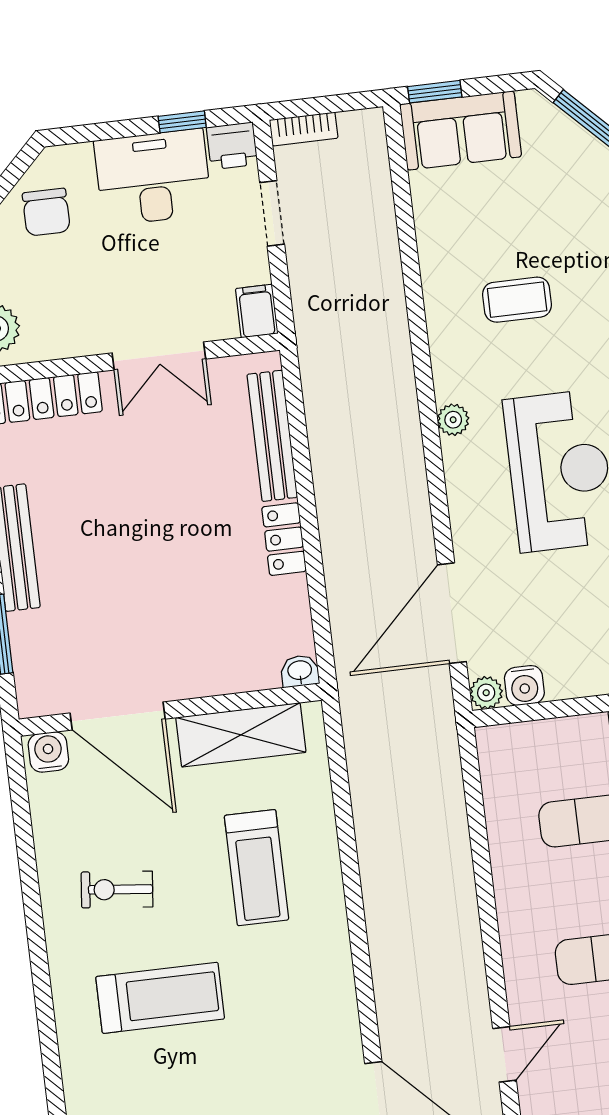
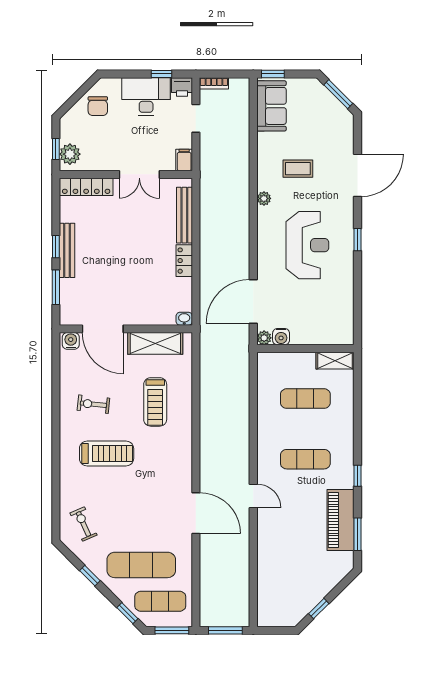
sofa: (461, 130) -> (271, 106), moved, turned -90
plant: (453, 420) -> (264, 198), moved
door: (504, 1054) -> (253, 496), hinge flipped

